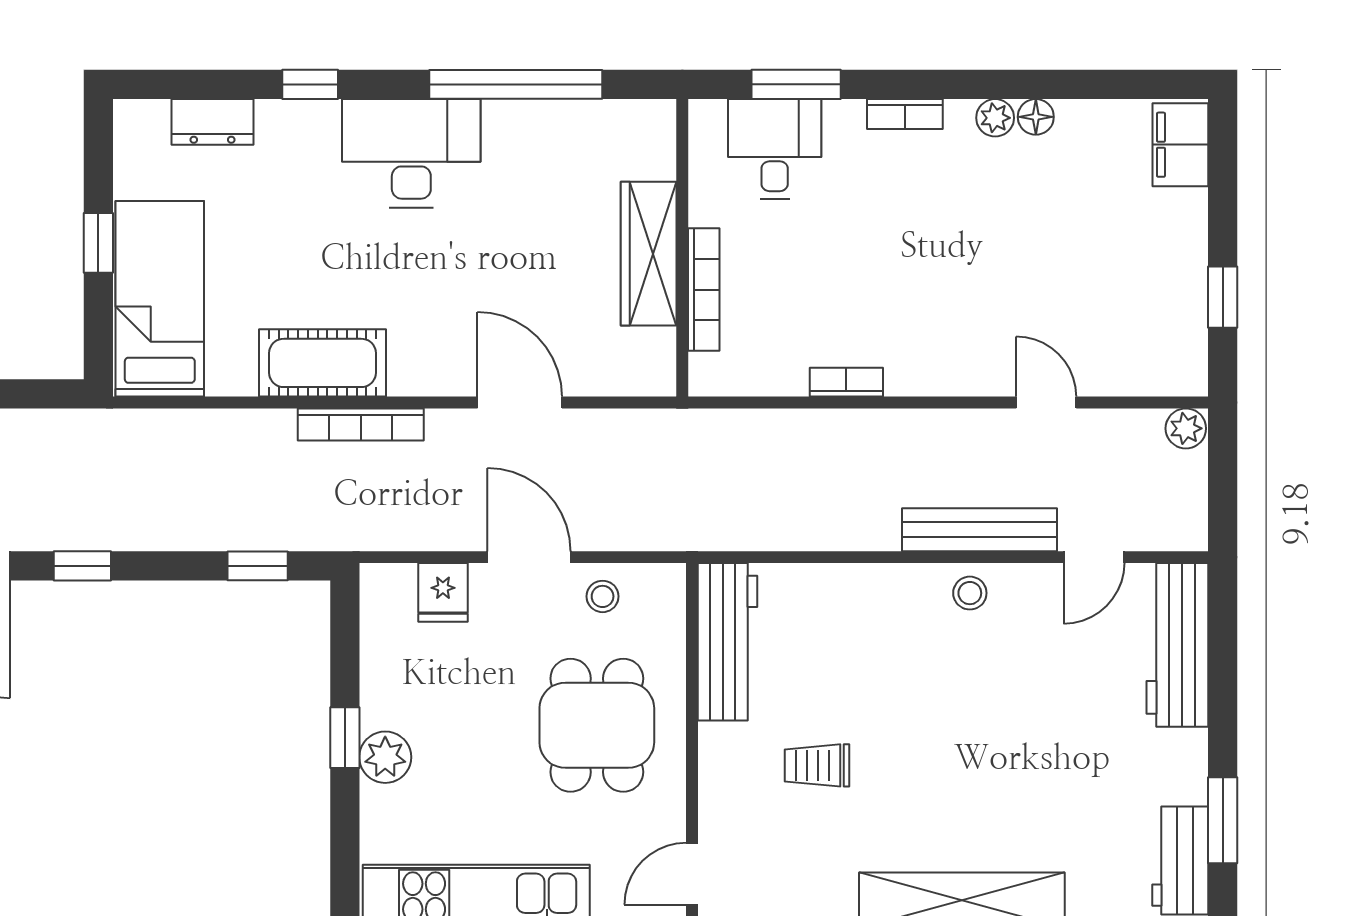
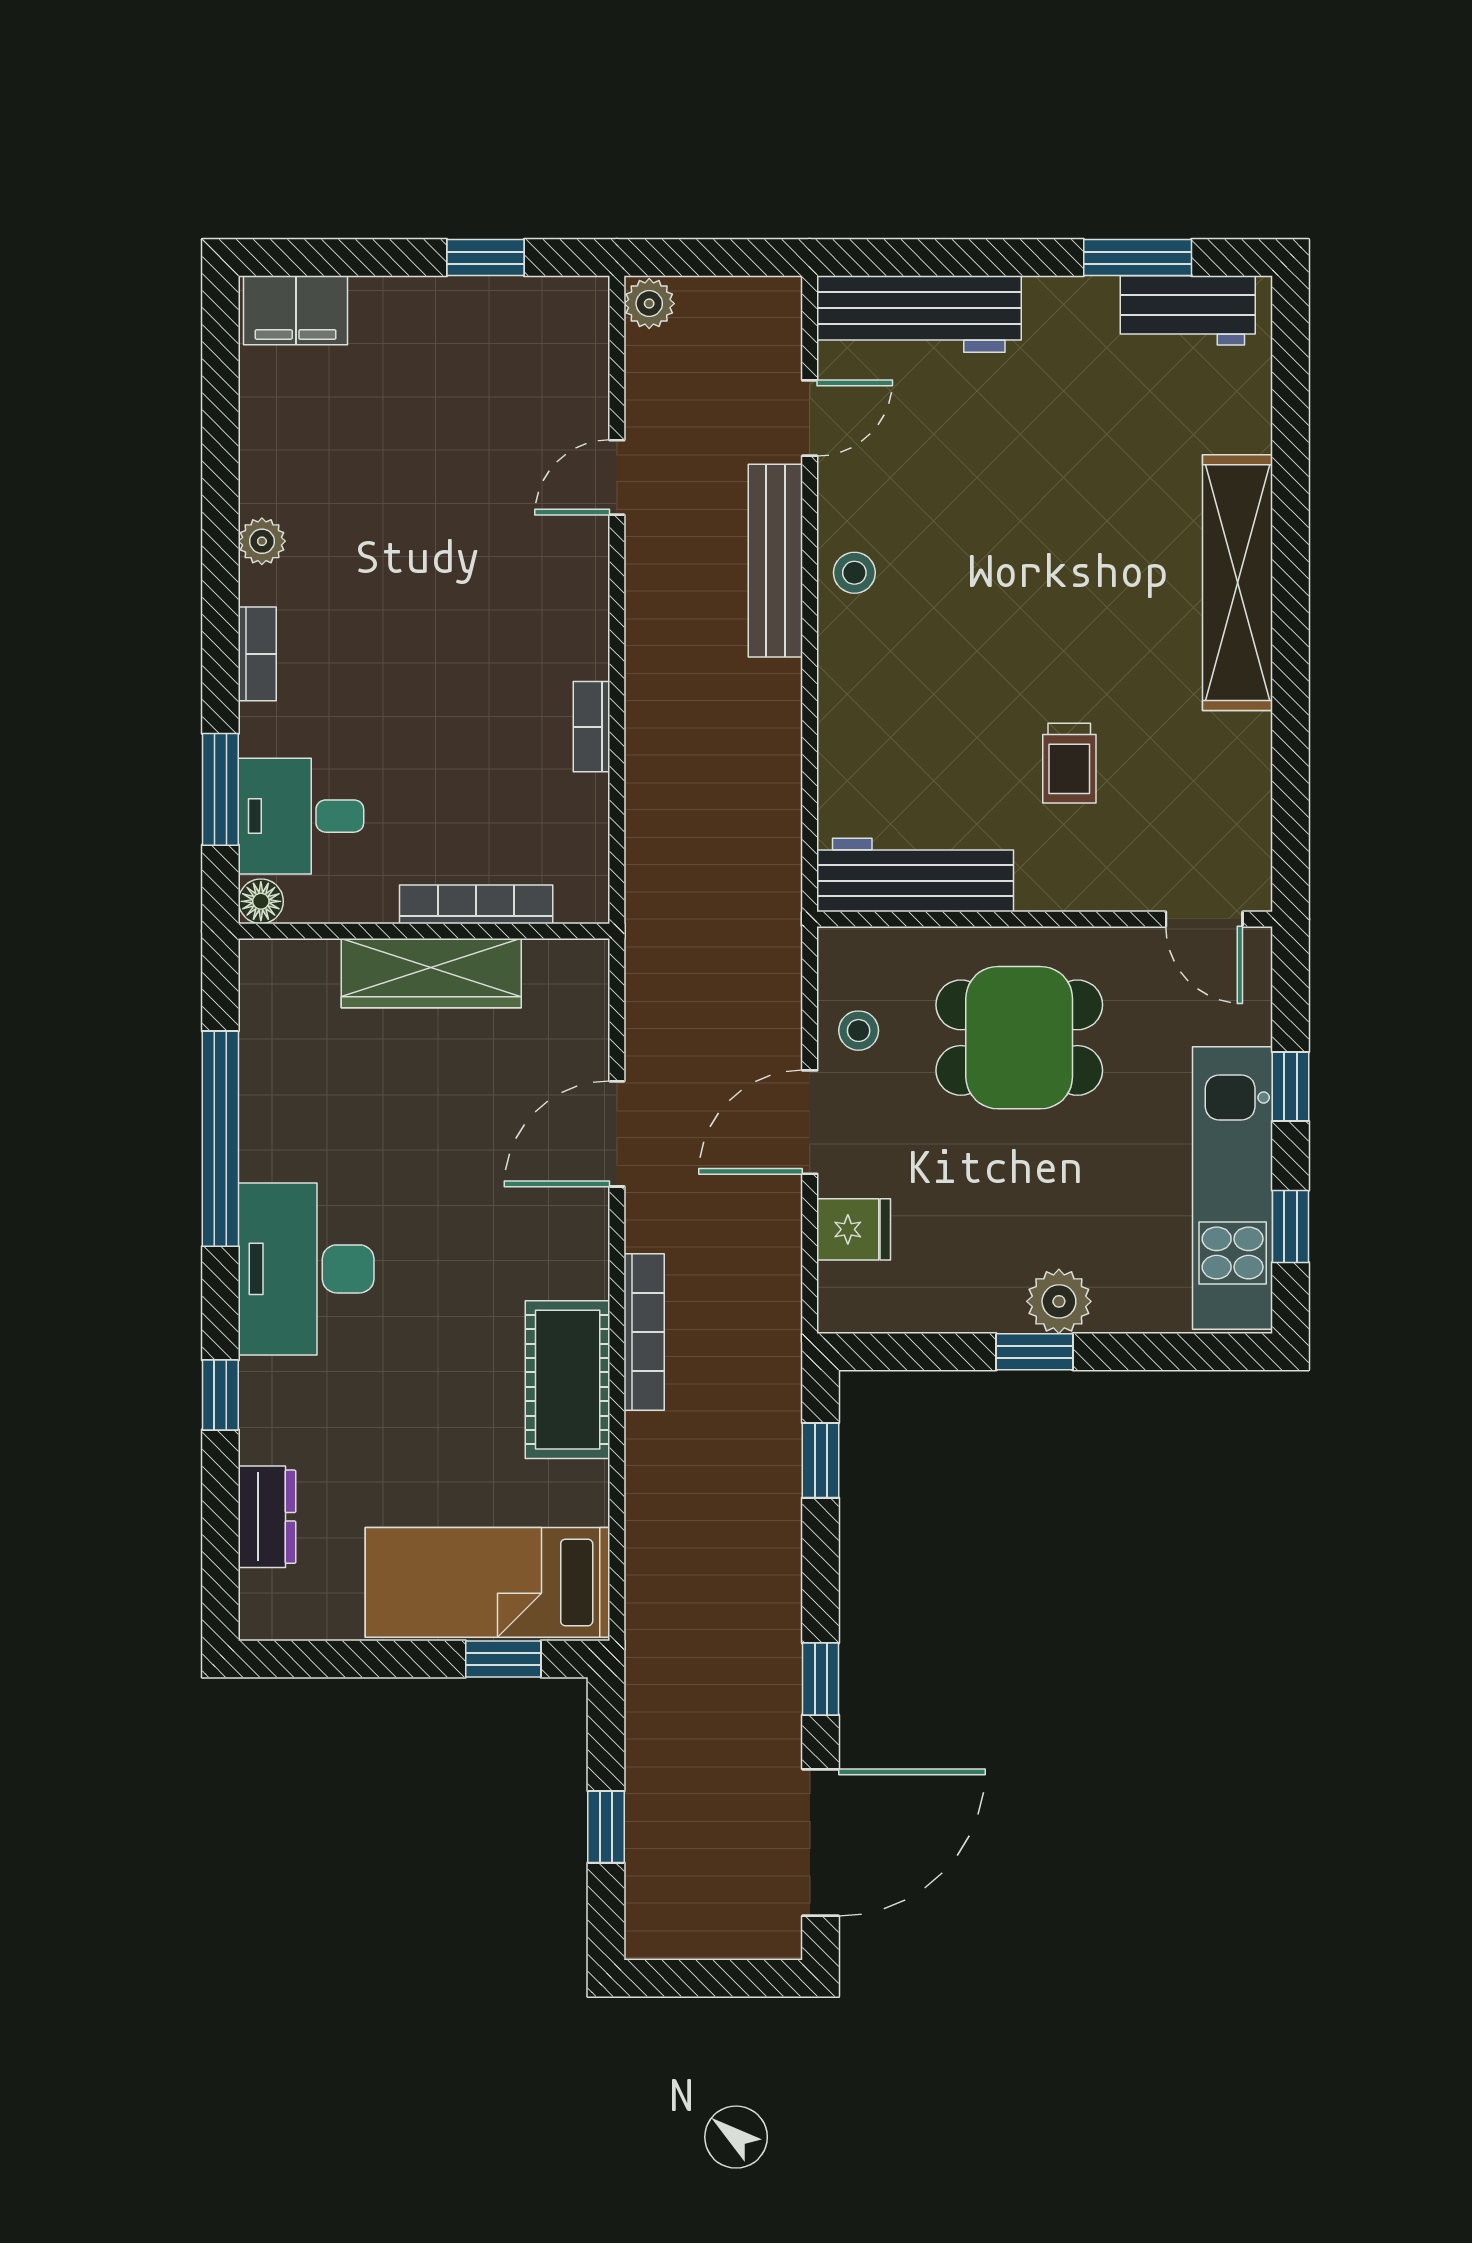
floor lamp: (1036, 117) -> (261, 901), moved
window: (98, 243) -> (503, 1659), moved
door: (1094, 557) -> (810, 418), hinge flipped

